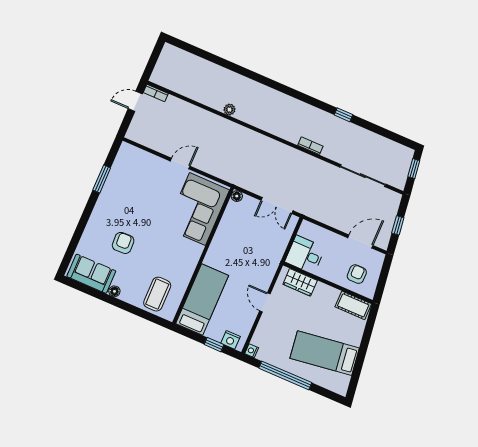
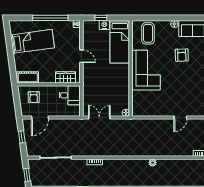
door: (180, 164) -> (180, 117), moved
corner sofa: (197, 209) -> (146, 70), moved
nightstand: (231, 340) -> (104, 25), moved

